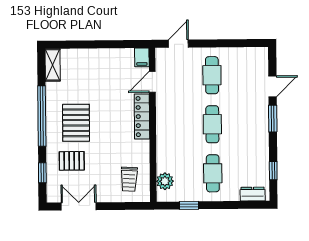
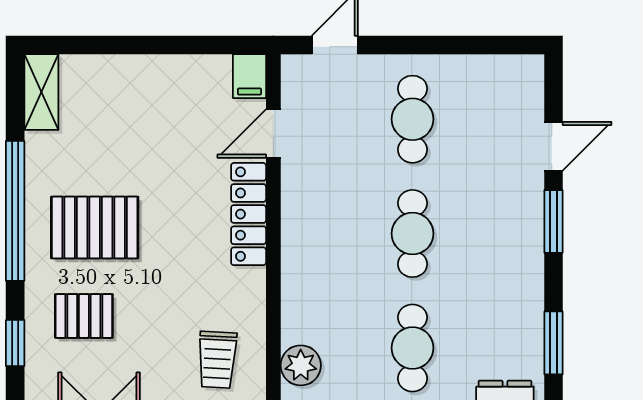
pallet: (76, 123) -> (95, 227), turned 90
window: (273, 171) -> (554, 343), width x1.50

